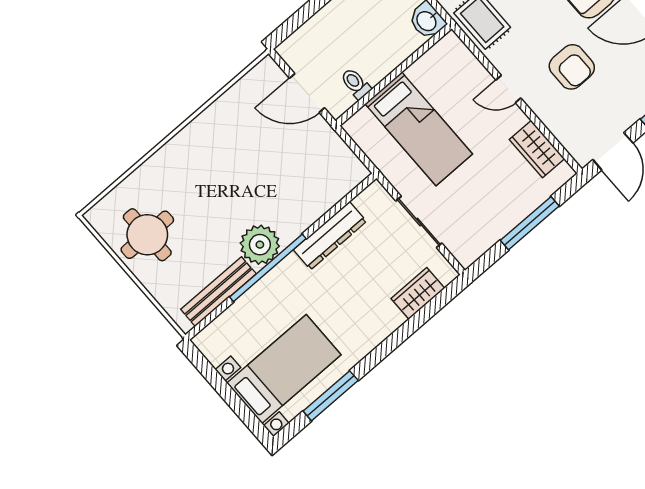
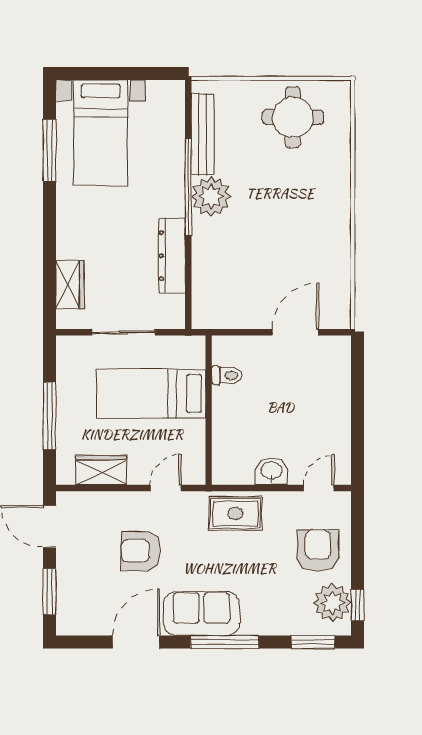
wall: (394, 75) -> (209, 410), moved
toilet: (356, 84) -> (227, 375), moved
bed: (419, 129) -> (151, 394), moved

